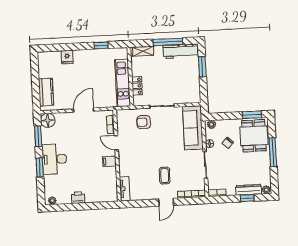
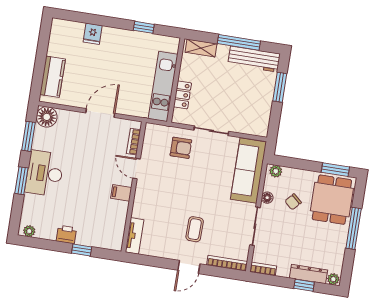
armchair: (144, 122) -> (181, 148), turned 180
window: (91, 206) -> (82, 250), added

